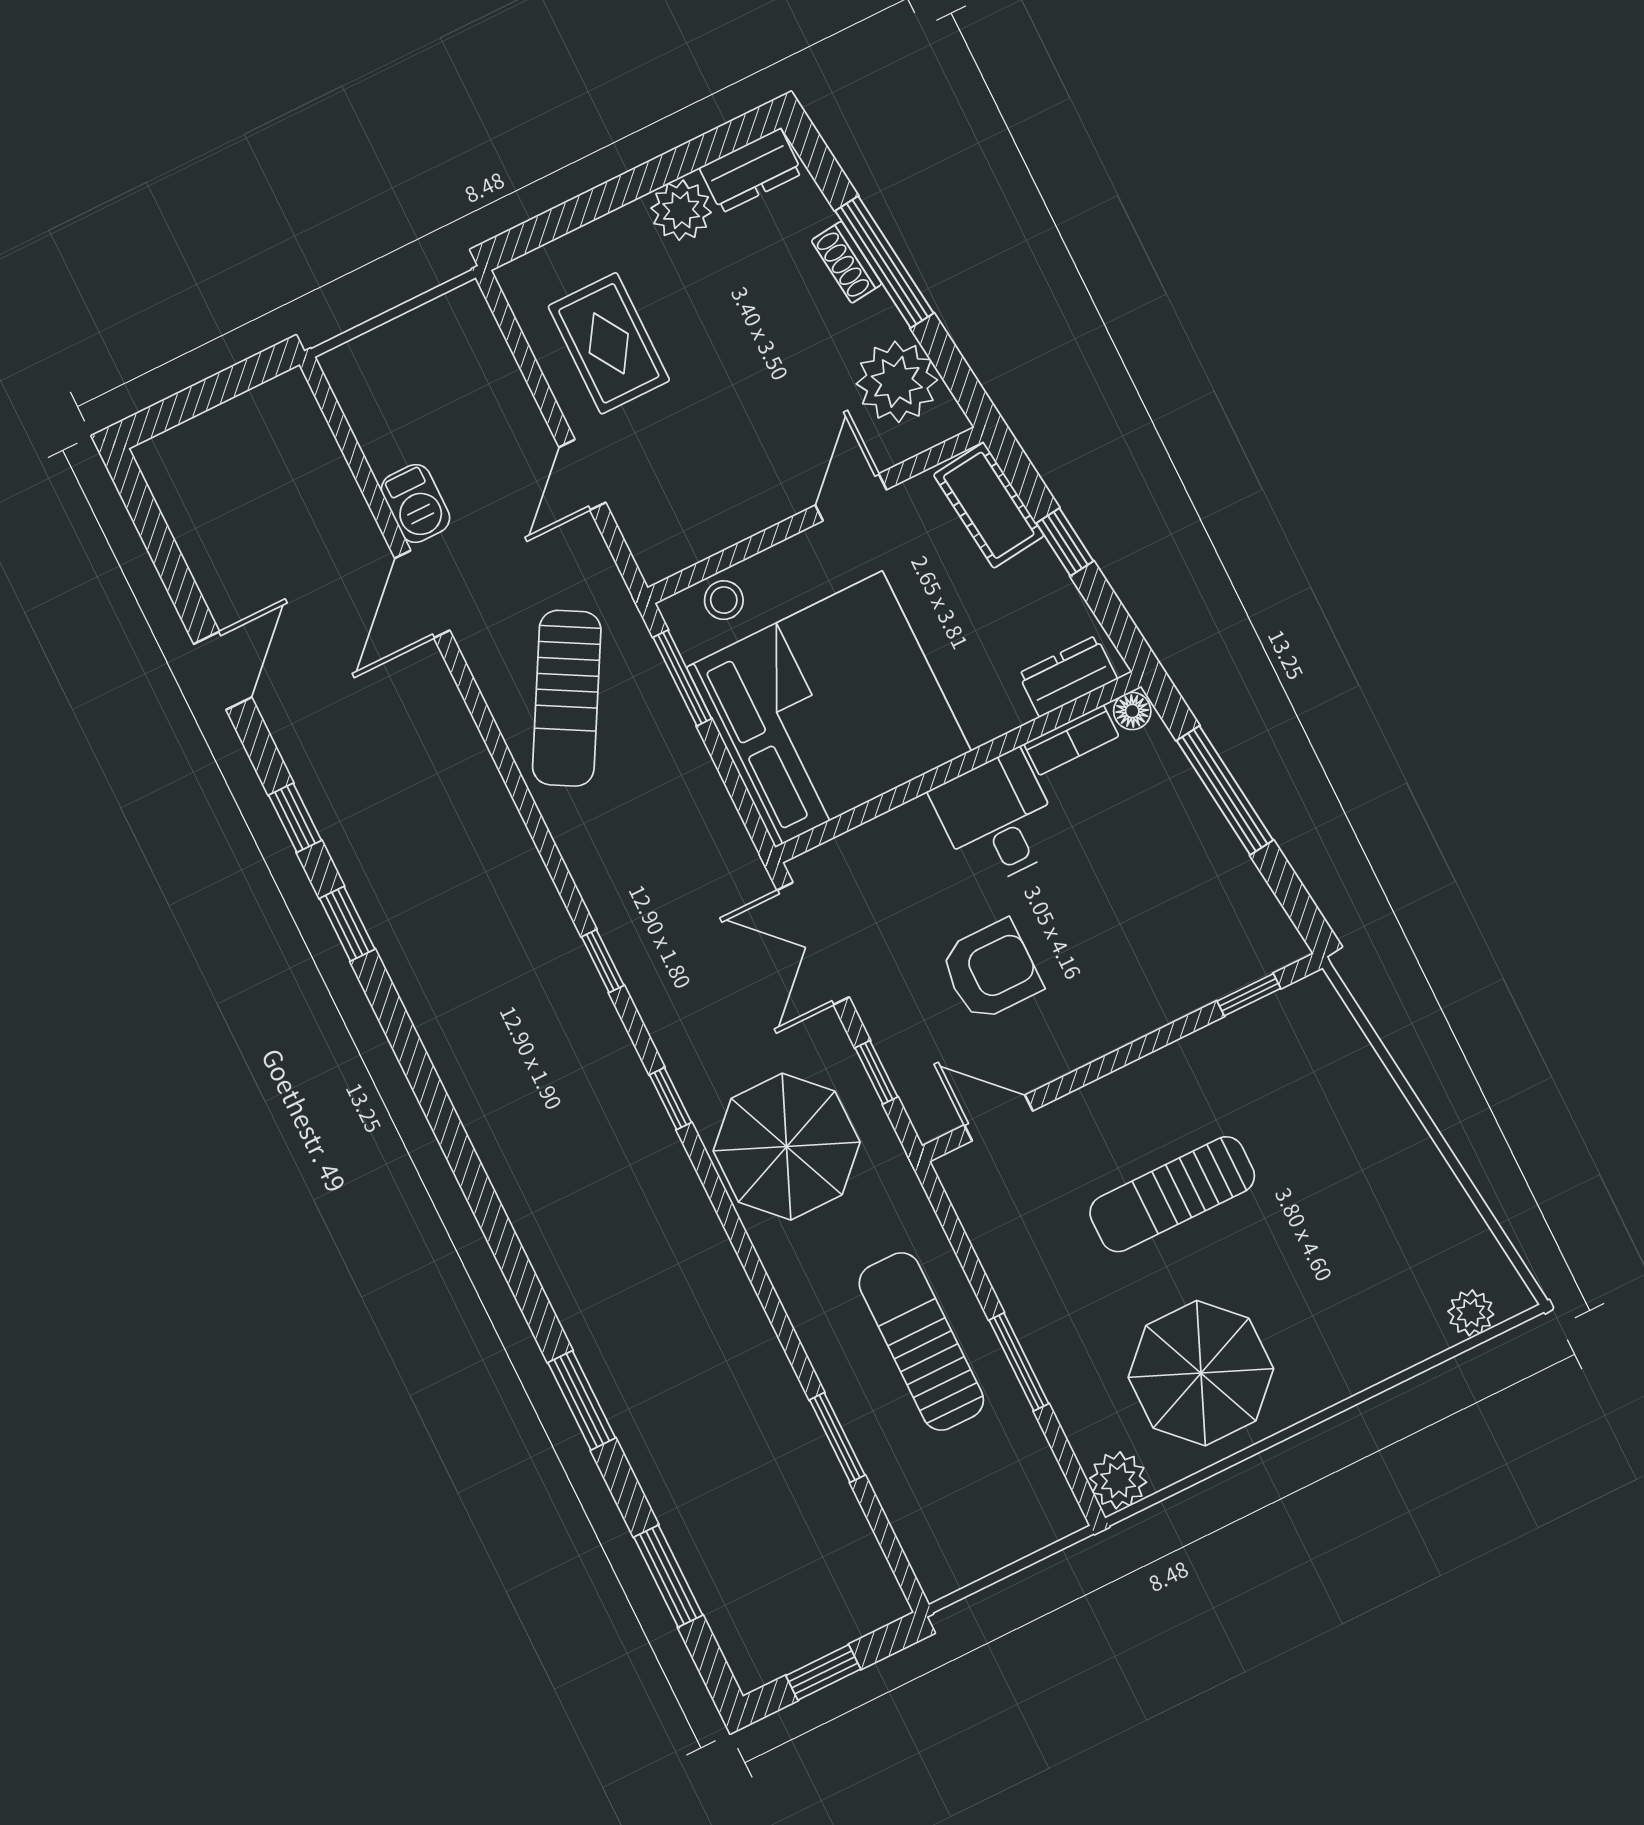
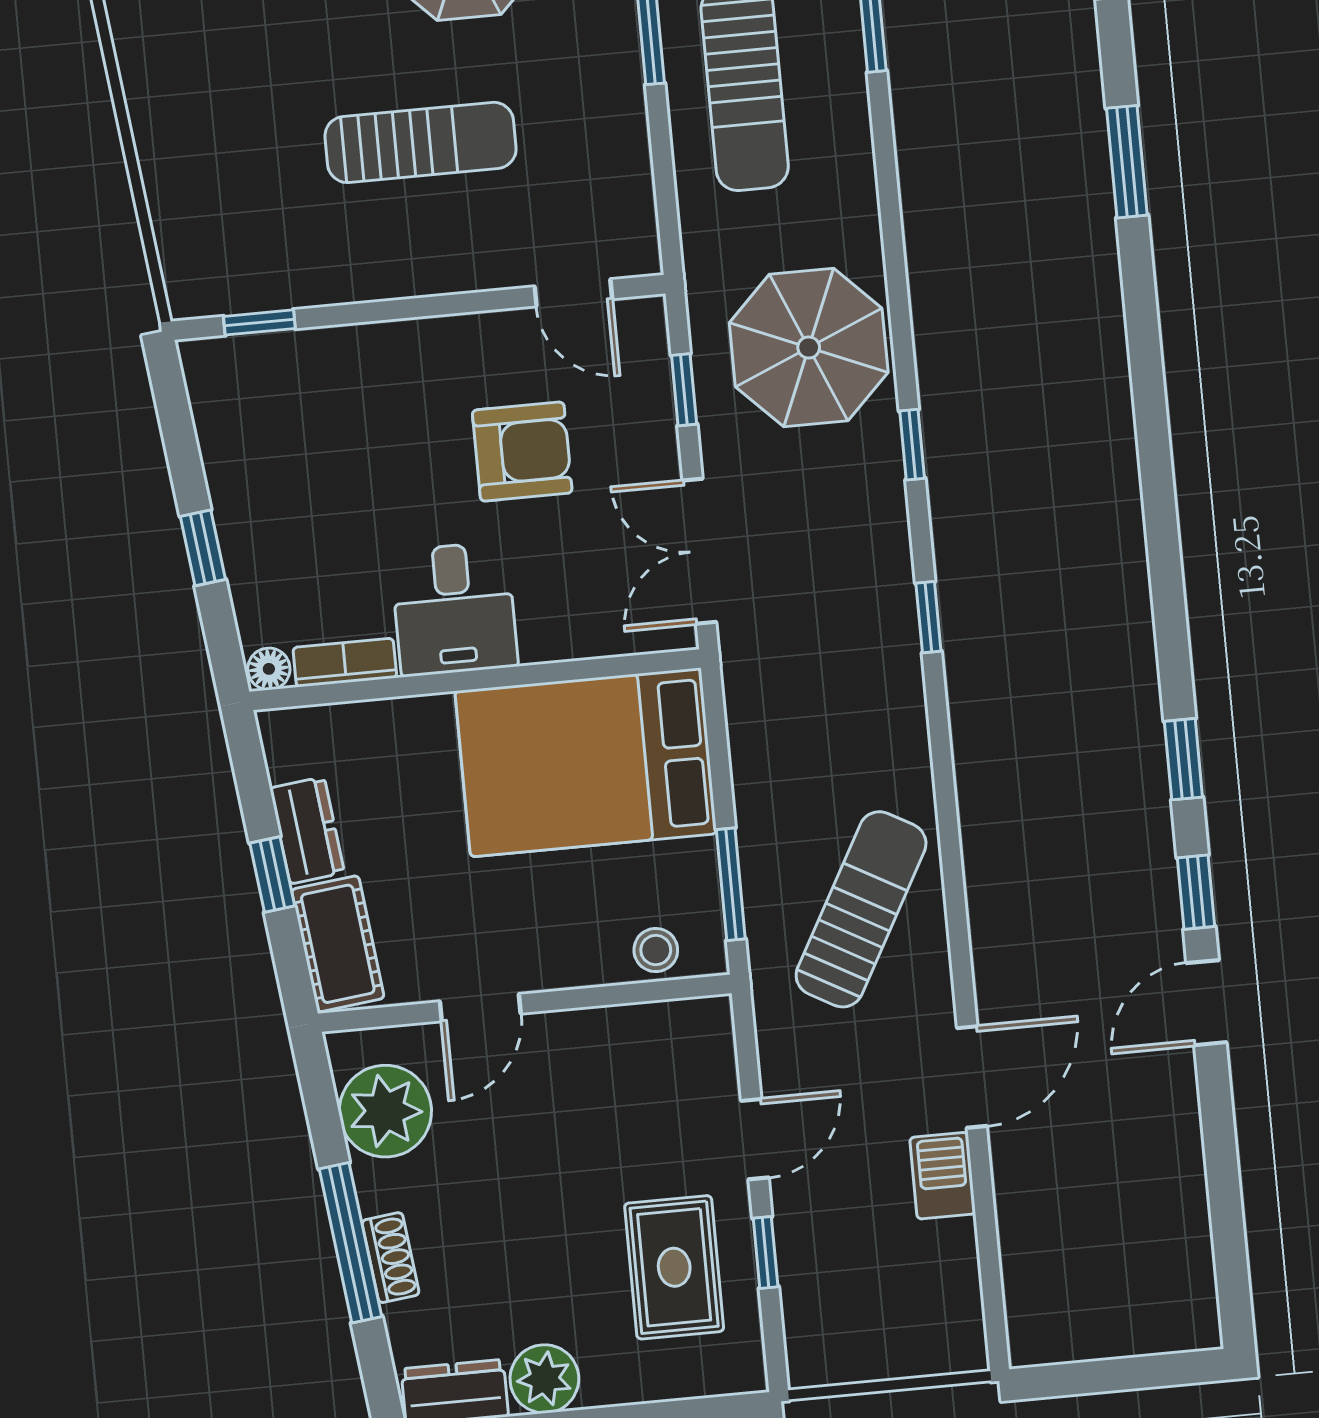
window: (538, 384) -> (766, 1252), added
door: (223, 671) -> (1206, 1003), moved
dresser: (1068, 676) -> (307, 830), moved, turned -97
bed: (829, 709) -> (586, 762), width x0.73
window: (1225, 790) -> (203, 548), width x0.46
double door: (813, 944) -> (699, 551), swing flipped
armchair: (991, 970) -> (522, 452), turned 180

